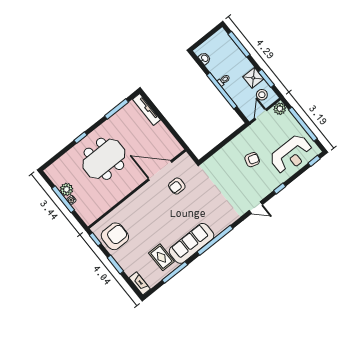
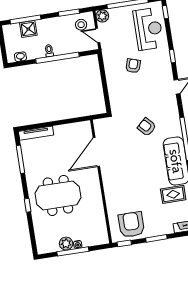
shower: (253, 78) -> (28, 29), moved
meeting table: (104, 159) -> (58, 195), turned 90
armchair: (177, 186) -> (147, 127), moved, turned 137

